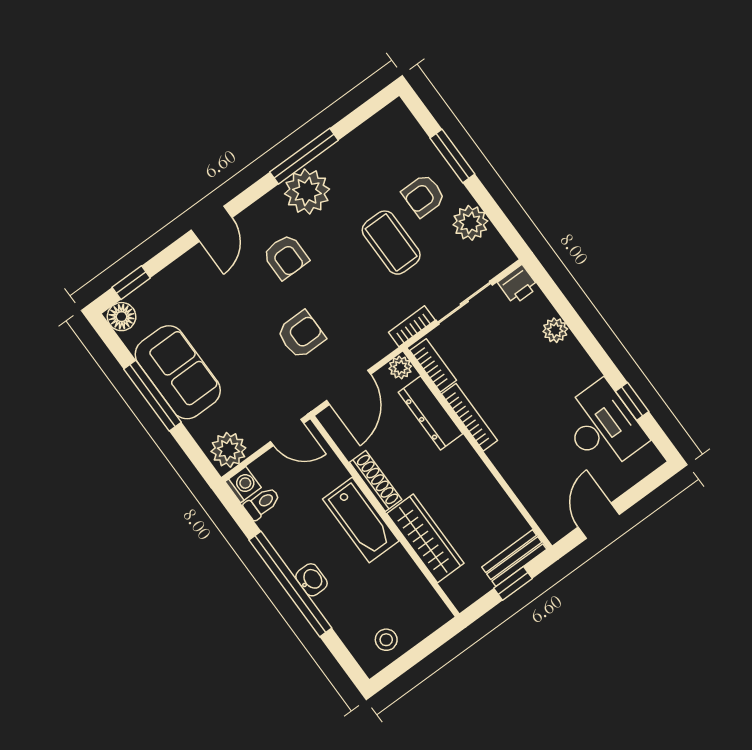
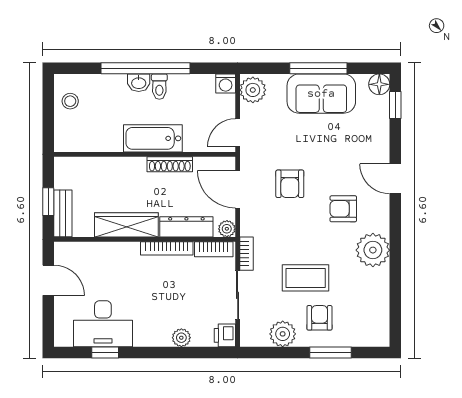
window: (304, 156) -> (395, 264), removed
toilet: (262, 503) -> (159, 87), moved
wardrobe: (425, 538) -> (126, 225), moved, turned 180

